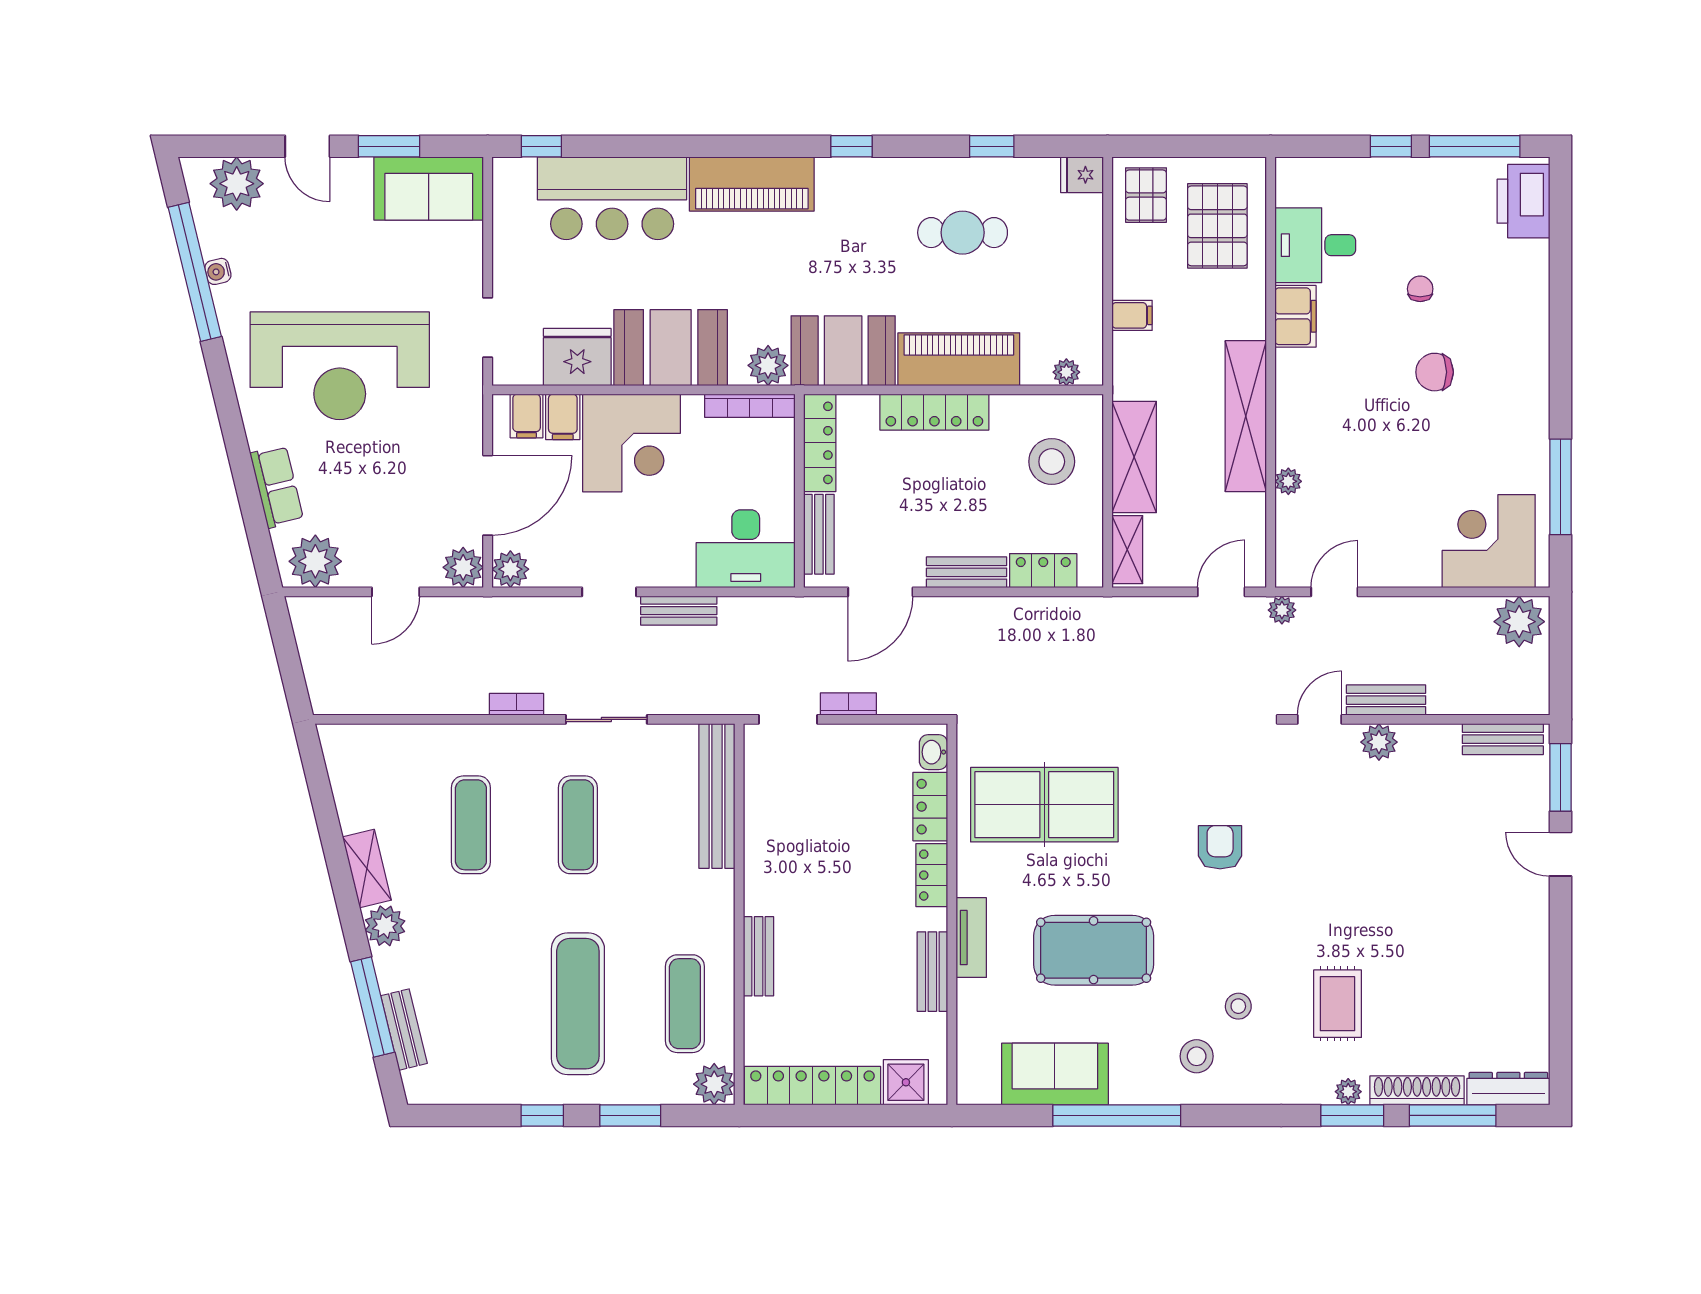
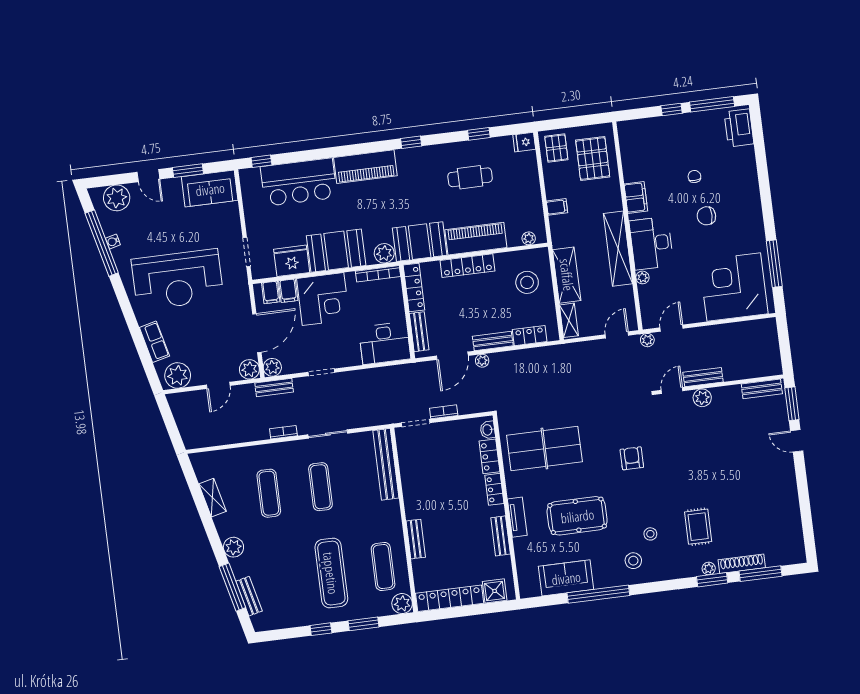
desk: (1315, 245) -> (651, 243), moved, width x1.37
corner desk: (1489, 541) -> (734, 287), width x1.36, depth x1.36
bench: (679, 611) -> (274, 387), moved
plant: (1519, 622) -> (482, 361), moved, width x0.53, depth x0.53
shelving: (367, 869) -> (213, 498), moved
dresser: (1508, 1089) -> (786, 557), removed

